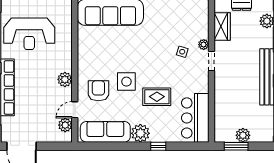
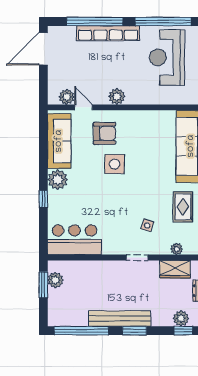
plant: (204, 45) -> (177, 249), moved
rug: (157, 97) -> (183, 207), moved
plant: (243, 135) -> (55, 280), moved

